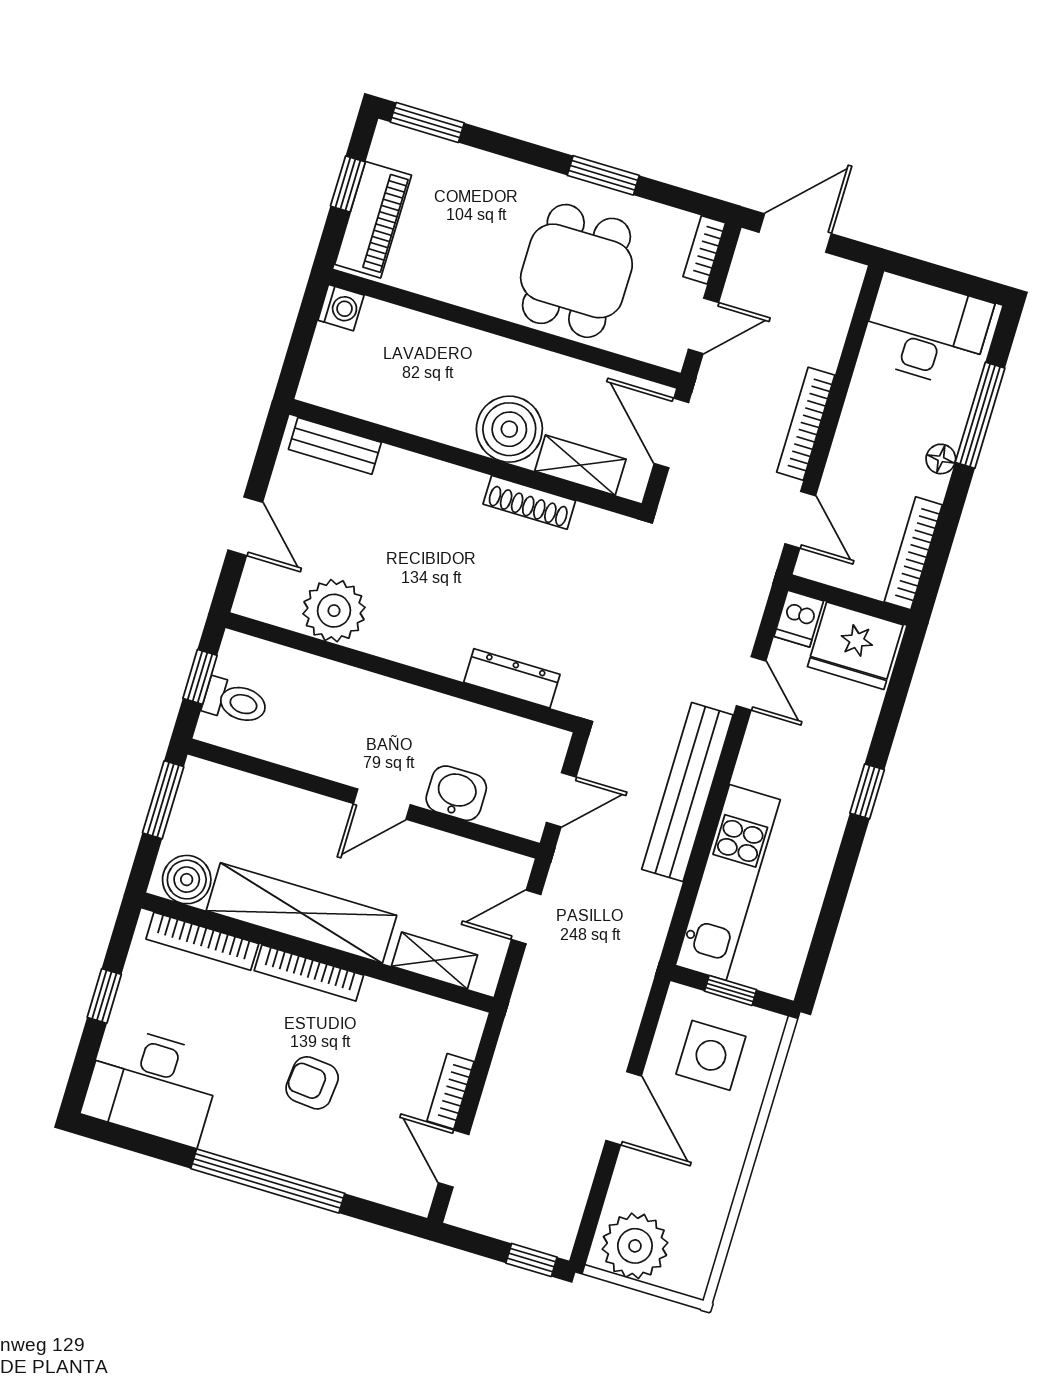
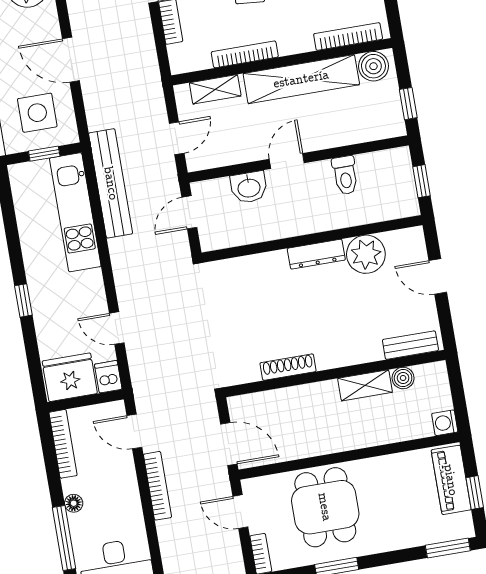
door: (703, 326) -> (240, 512), hinge flipped
boiler: (509, 429) -> (403, 378), moved, width x0.54, depth x0.54
shelving: (580, 465) -> (365, 385), moved
dresser: (512, 678) -> (316, 254), moved
toilet: (235, 702) -> (345, 175), moved, turned -90
bench: (687, 792) -> (111, 183), moved
window: (163, 800) -> (408, 104), width x0.67
bookcase: (309, 973) -> (245, 54), moved

